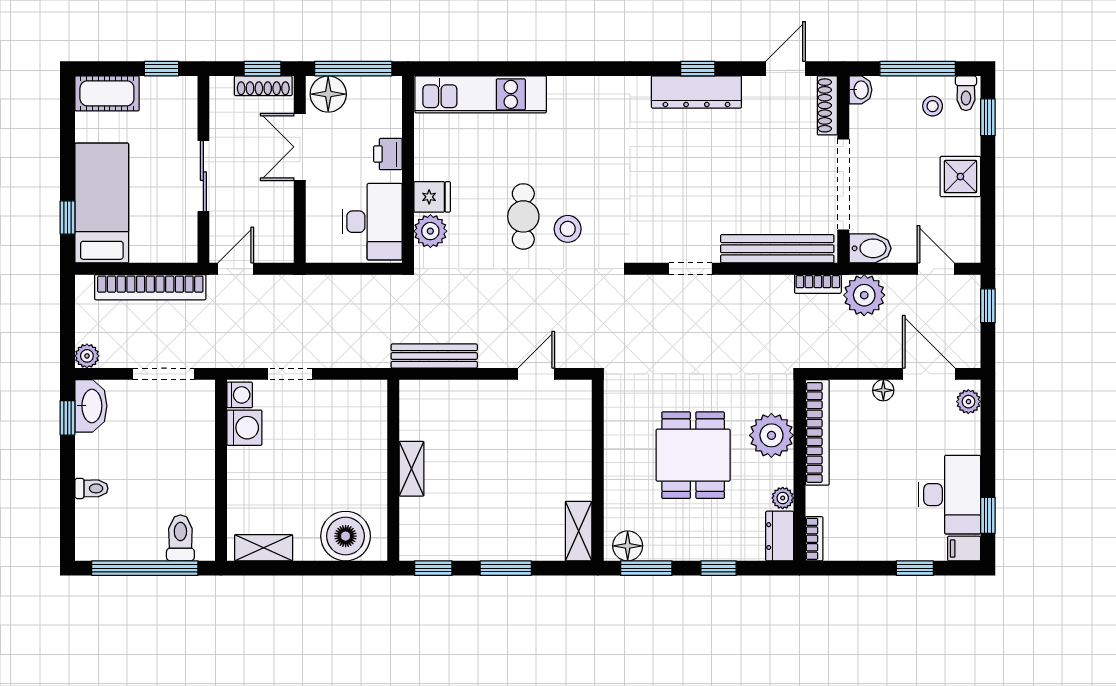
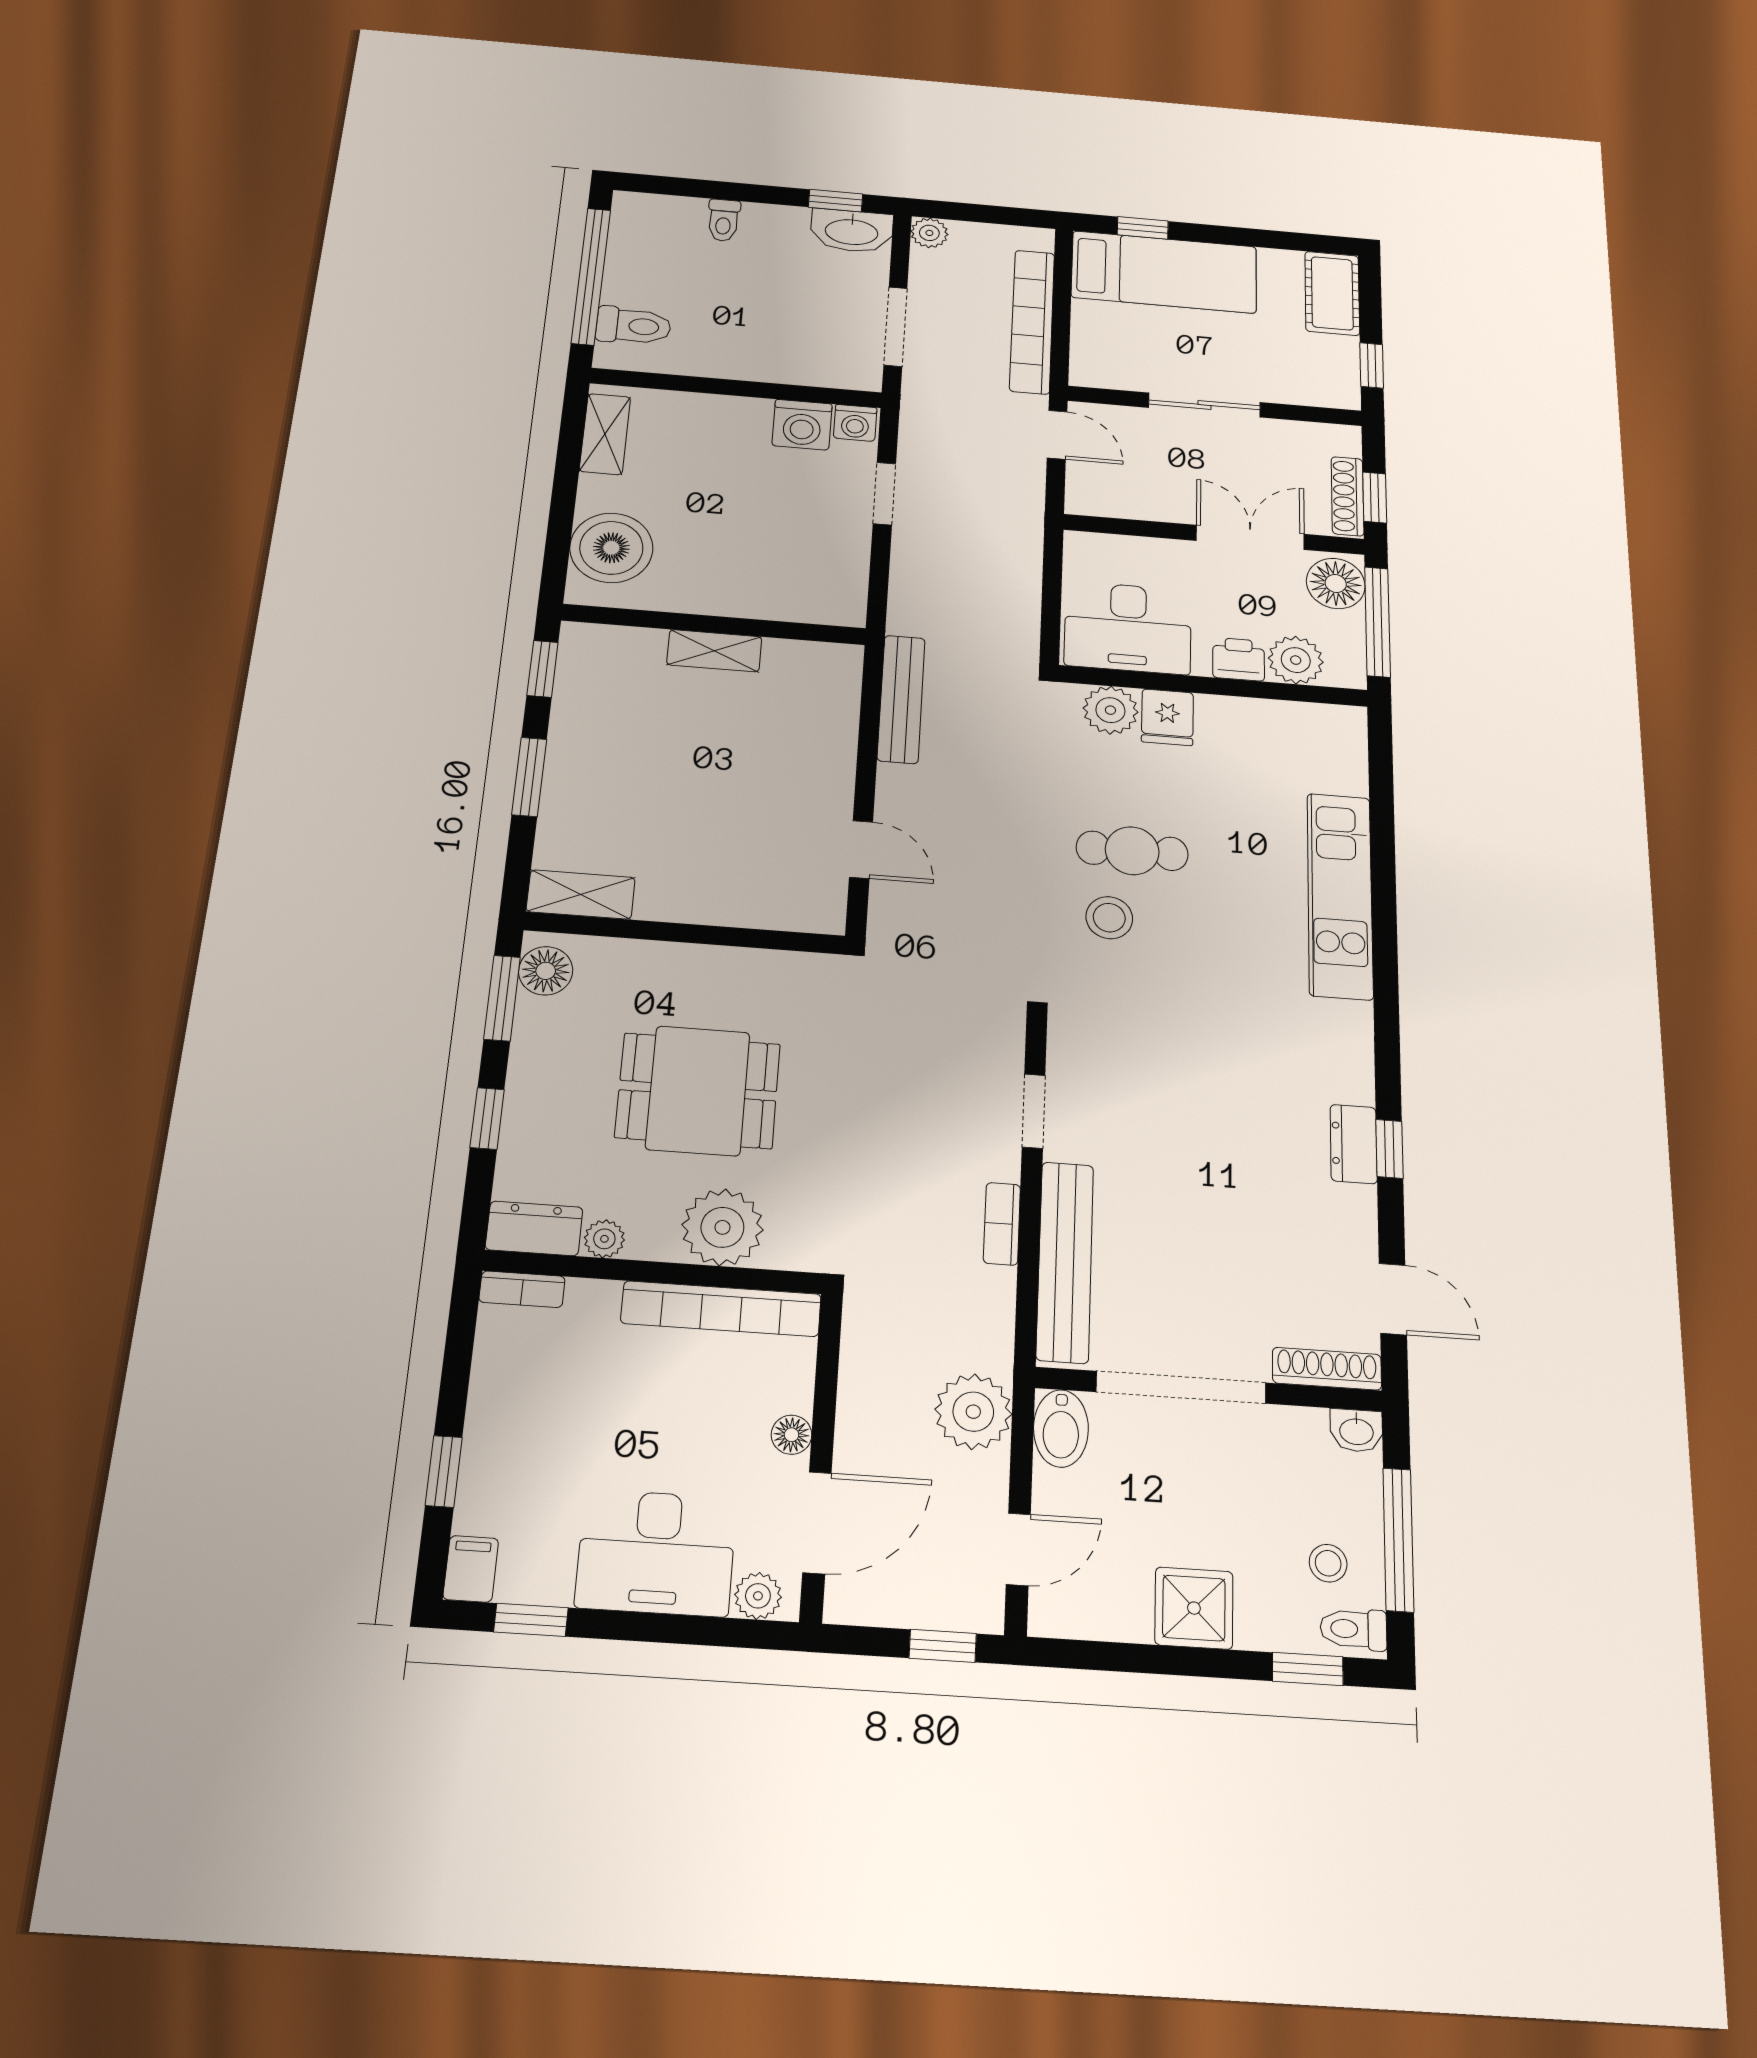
dresser: (696, 92) -> (1354, 1144), width x0.51, depth x0.80
kitchen unit: (481, 94) -> (1340, 895), moved
plant: (385, 119) -> (1296, 660), added
bookcase: (818, 284) -> (1002, 1224), moved
desk: (950, 495) -> (656, 1553), moved

